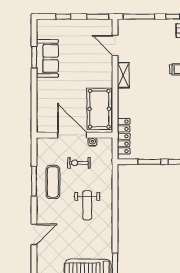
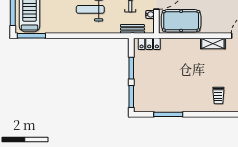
locker: (124, 136) -> (149, 44), width x0.66
bench: (108, 161) -> (132, 29), added

